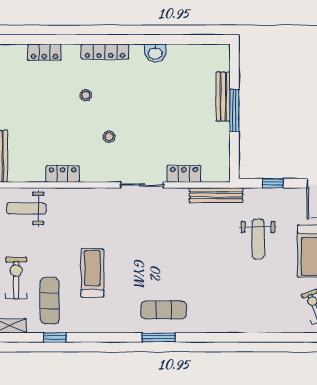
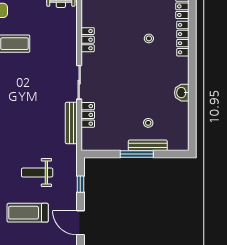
locker: (105, 52) -> (183, 39), moved
stool: (109, 137) -> (148, 123), moved
locker: (63, 174) -> (88, 40), moved
bench: (216, 195) -> (71, 123), moved

